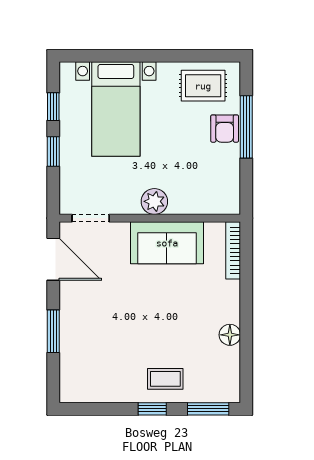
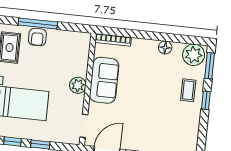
armchair: (225, 129) -> (37, 37), turned 90
plant: (223, 382) -> (194, 55), added

